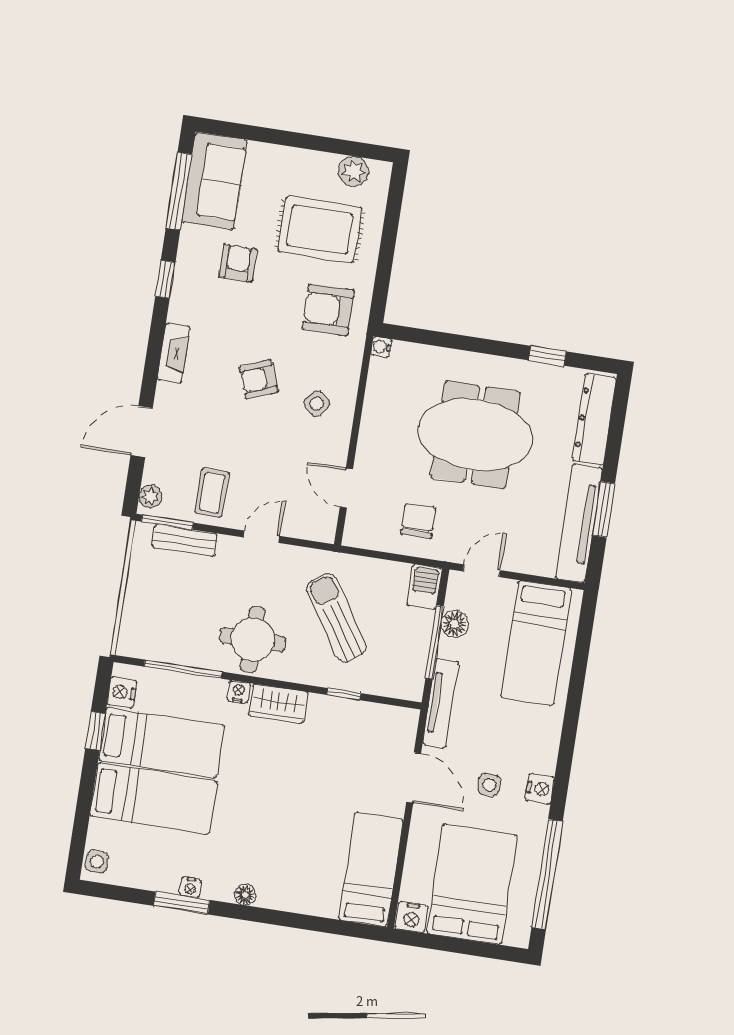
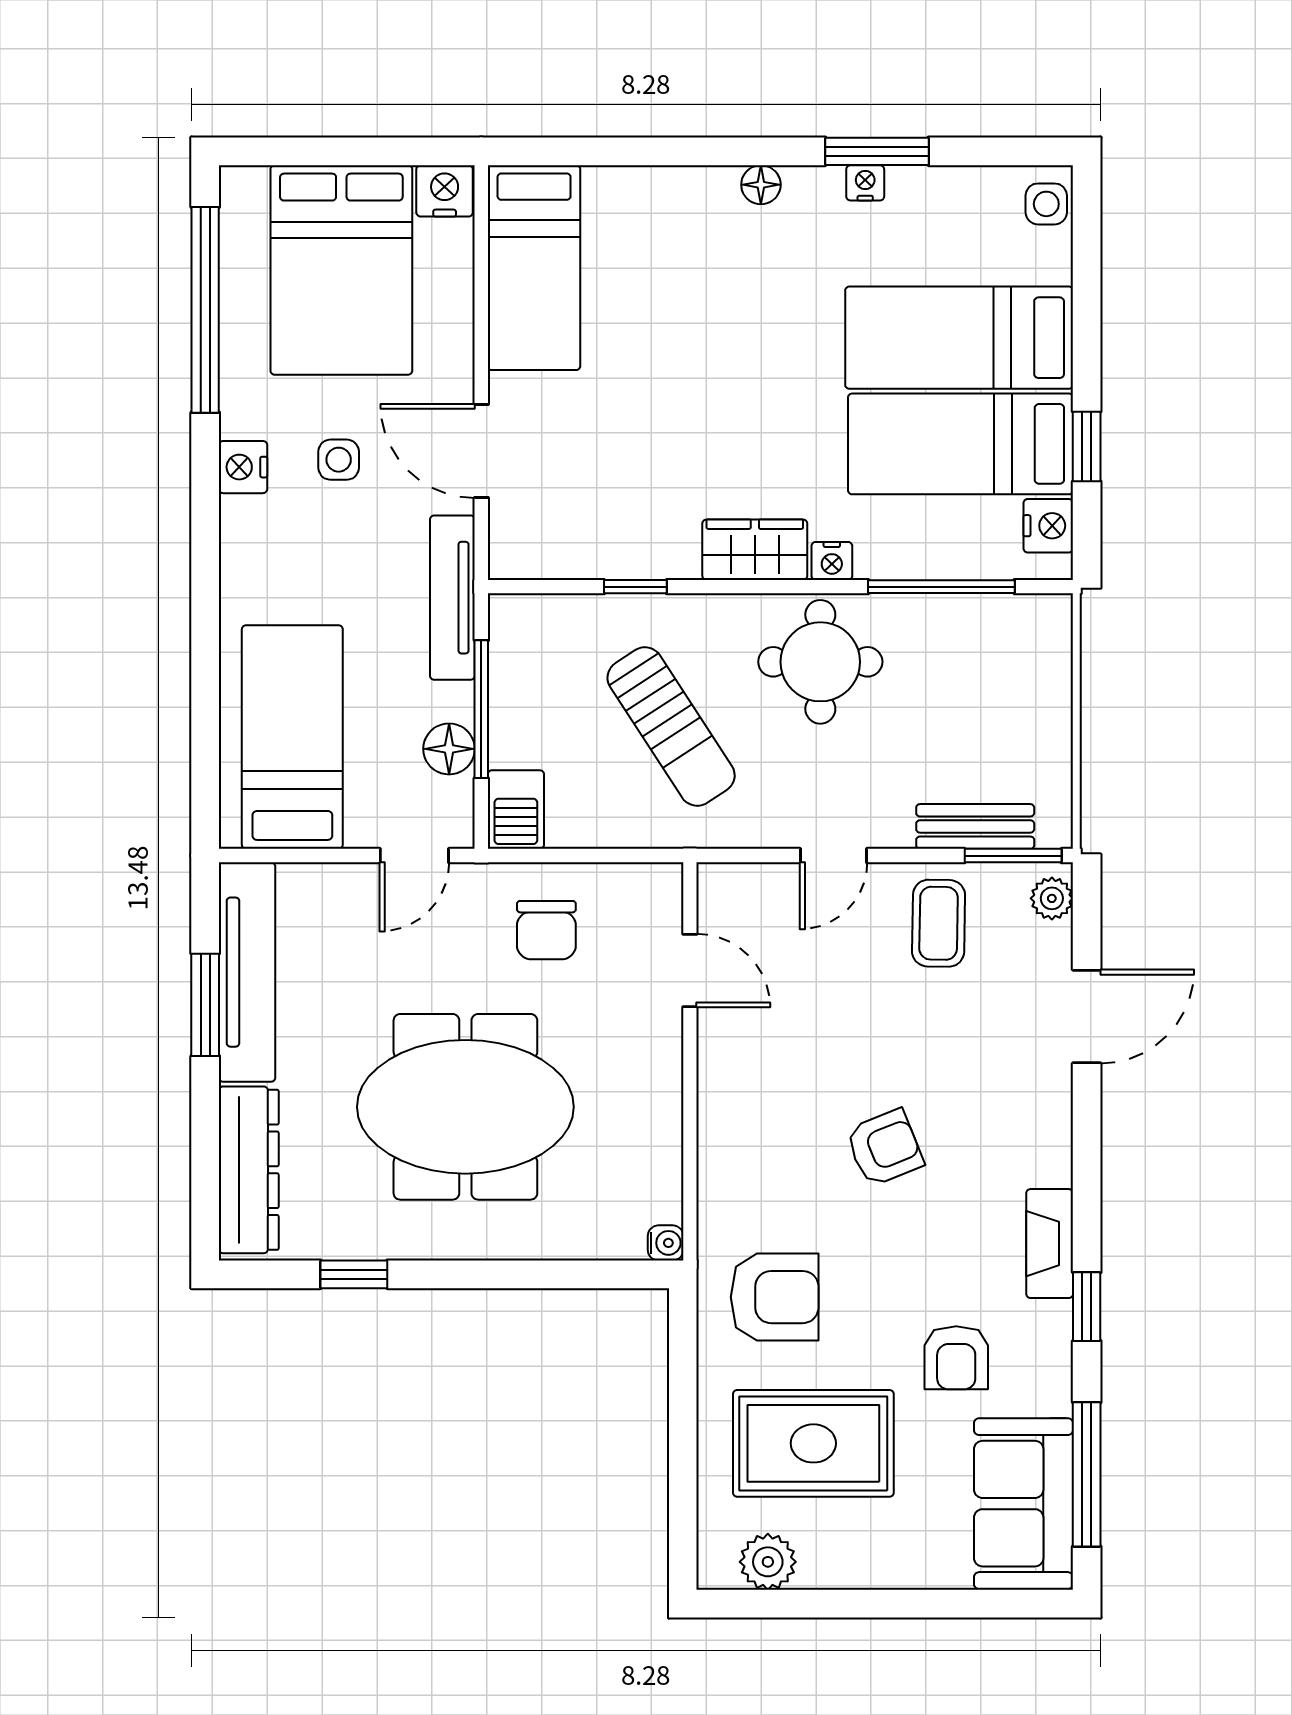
fireplace: (174, 353) -> (1050, 1244), moved
side table: (317, 404) -> (769, 1119), removed

